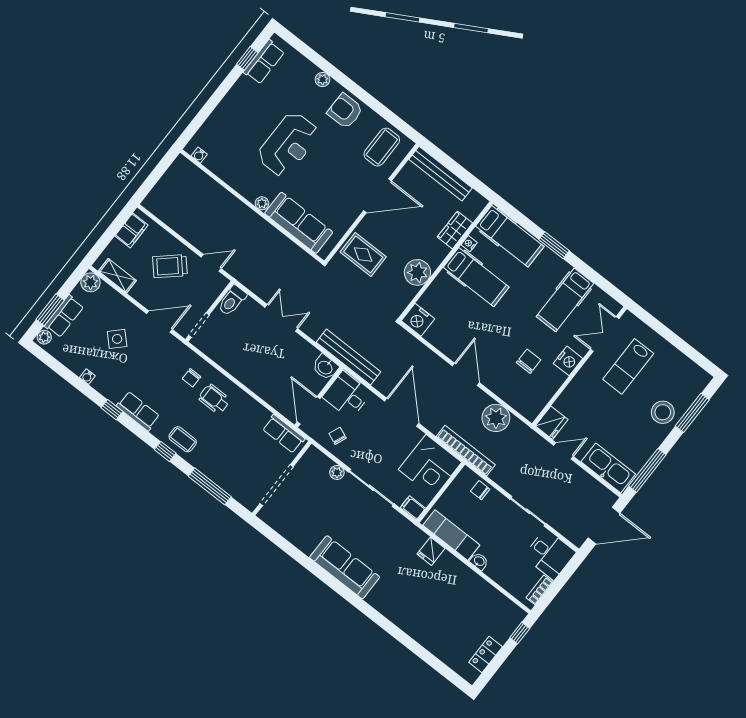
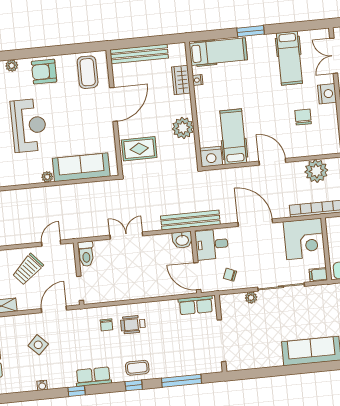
hospital bed: (476, 277) -> (233, 137), moved, turned -90

